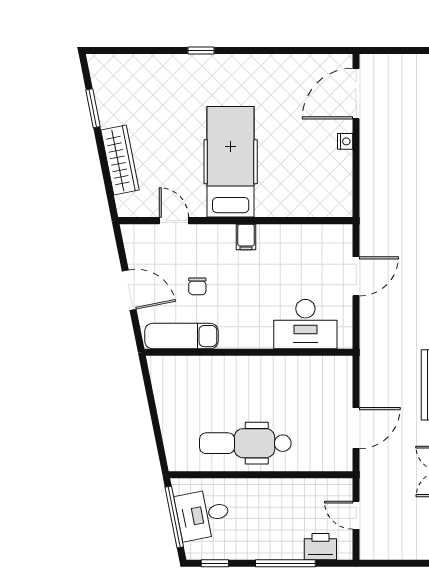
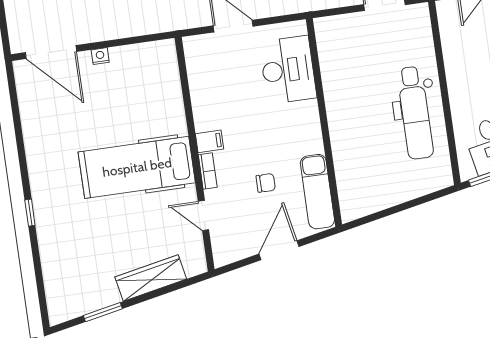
door: (174, 221) -> (203, 216), hinge flipped
bookcase: (217, 231) -> (208, 171), added

